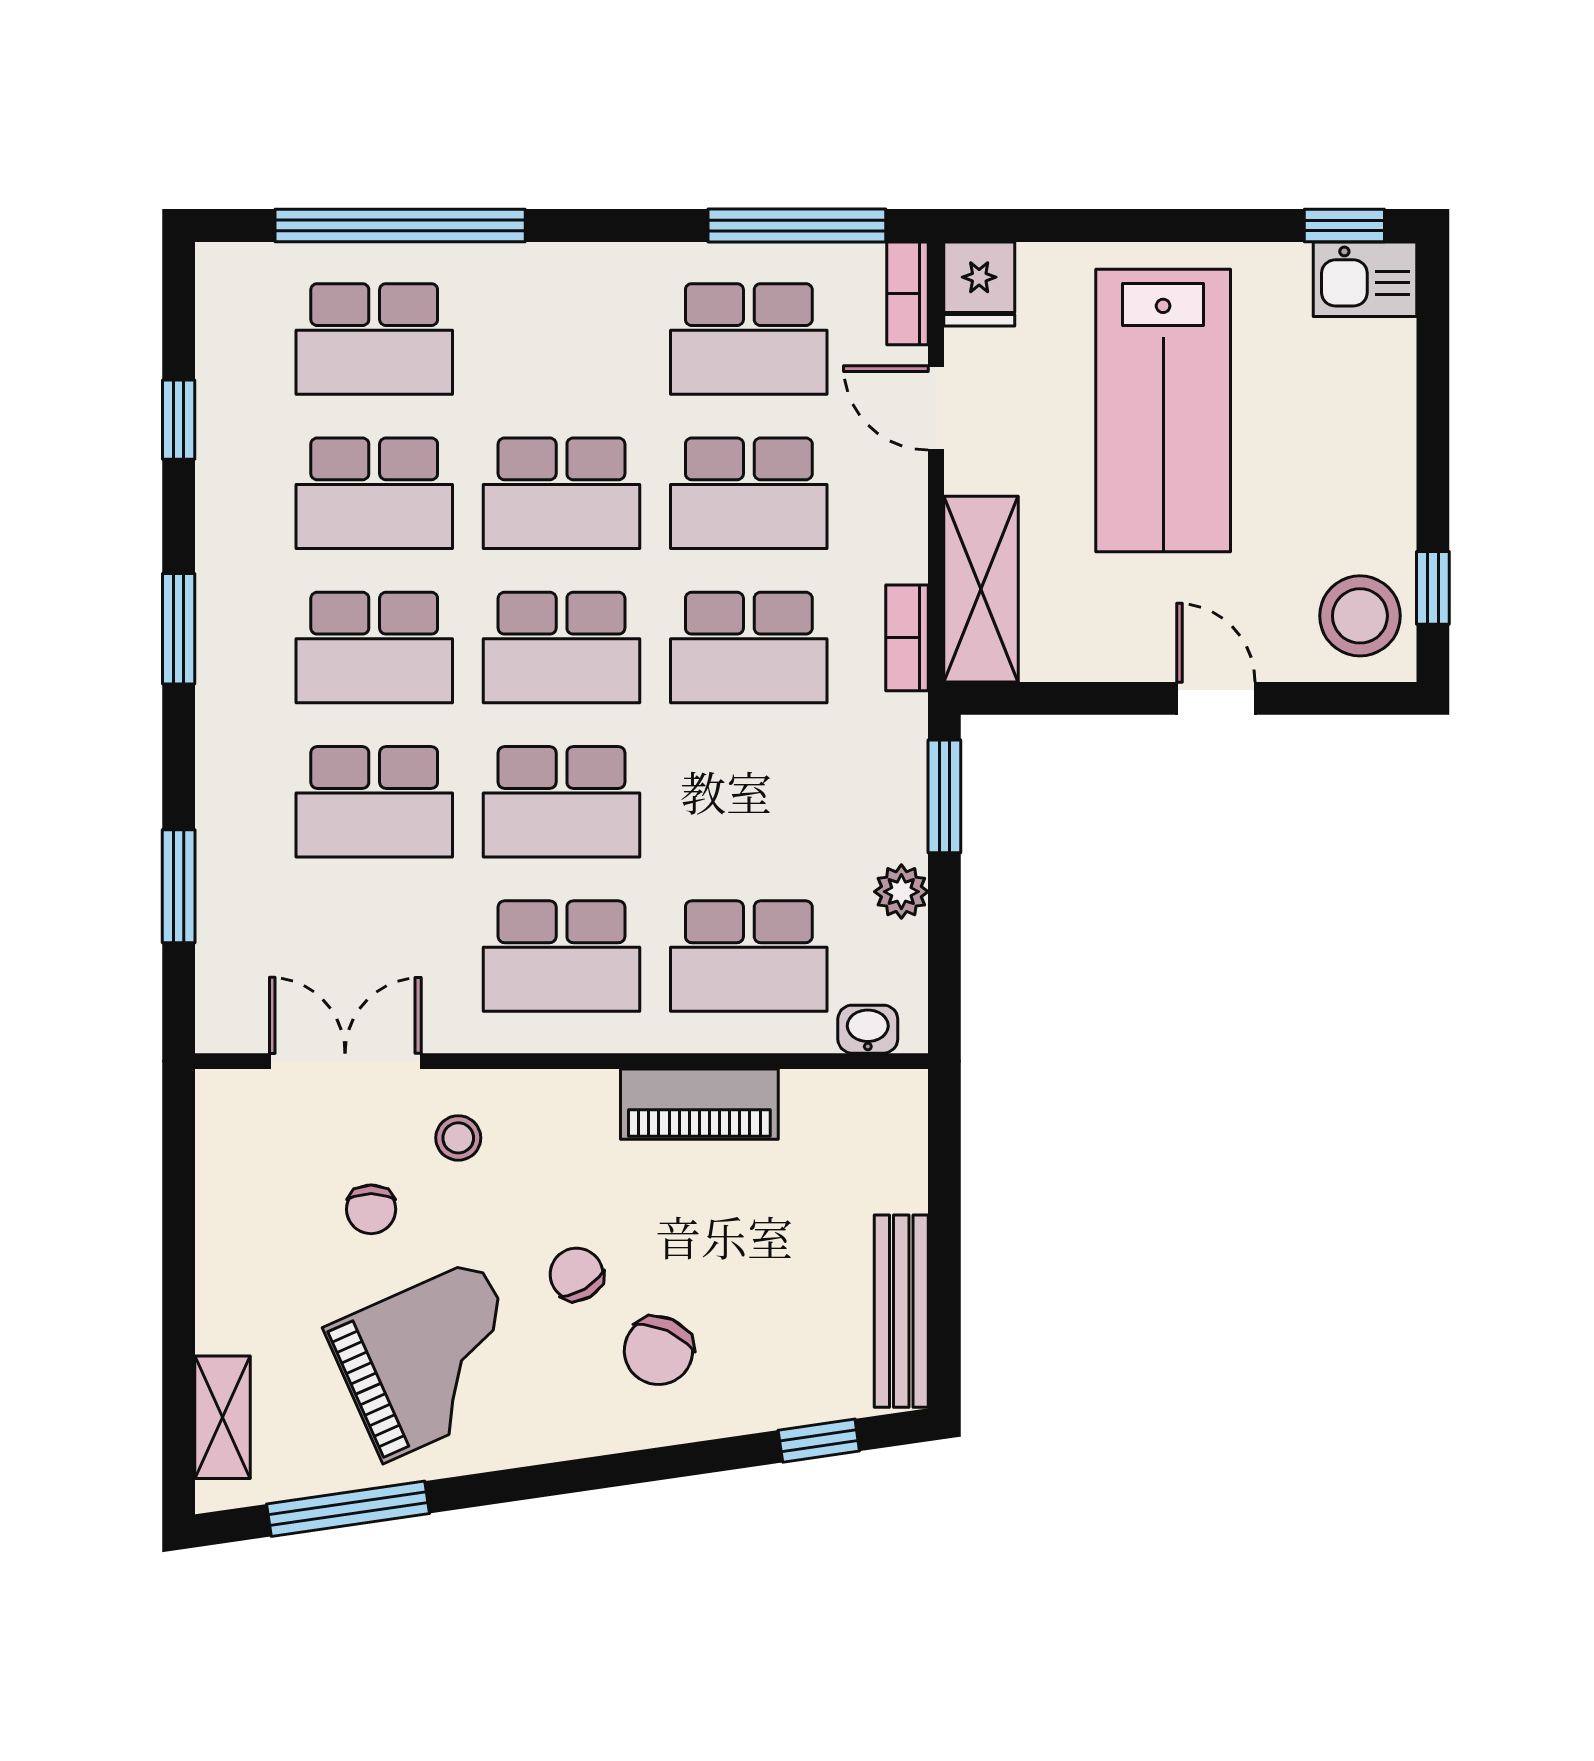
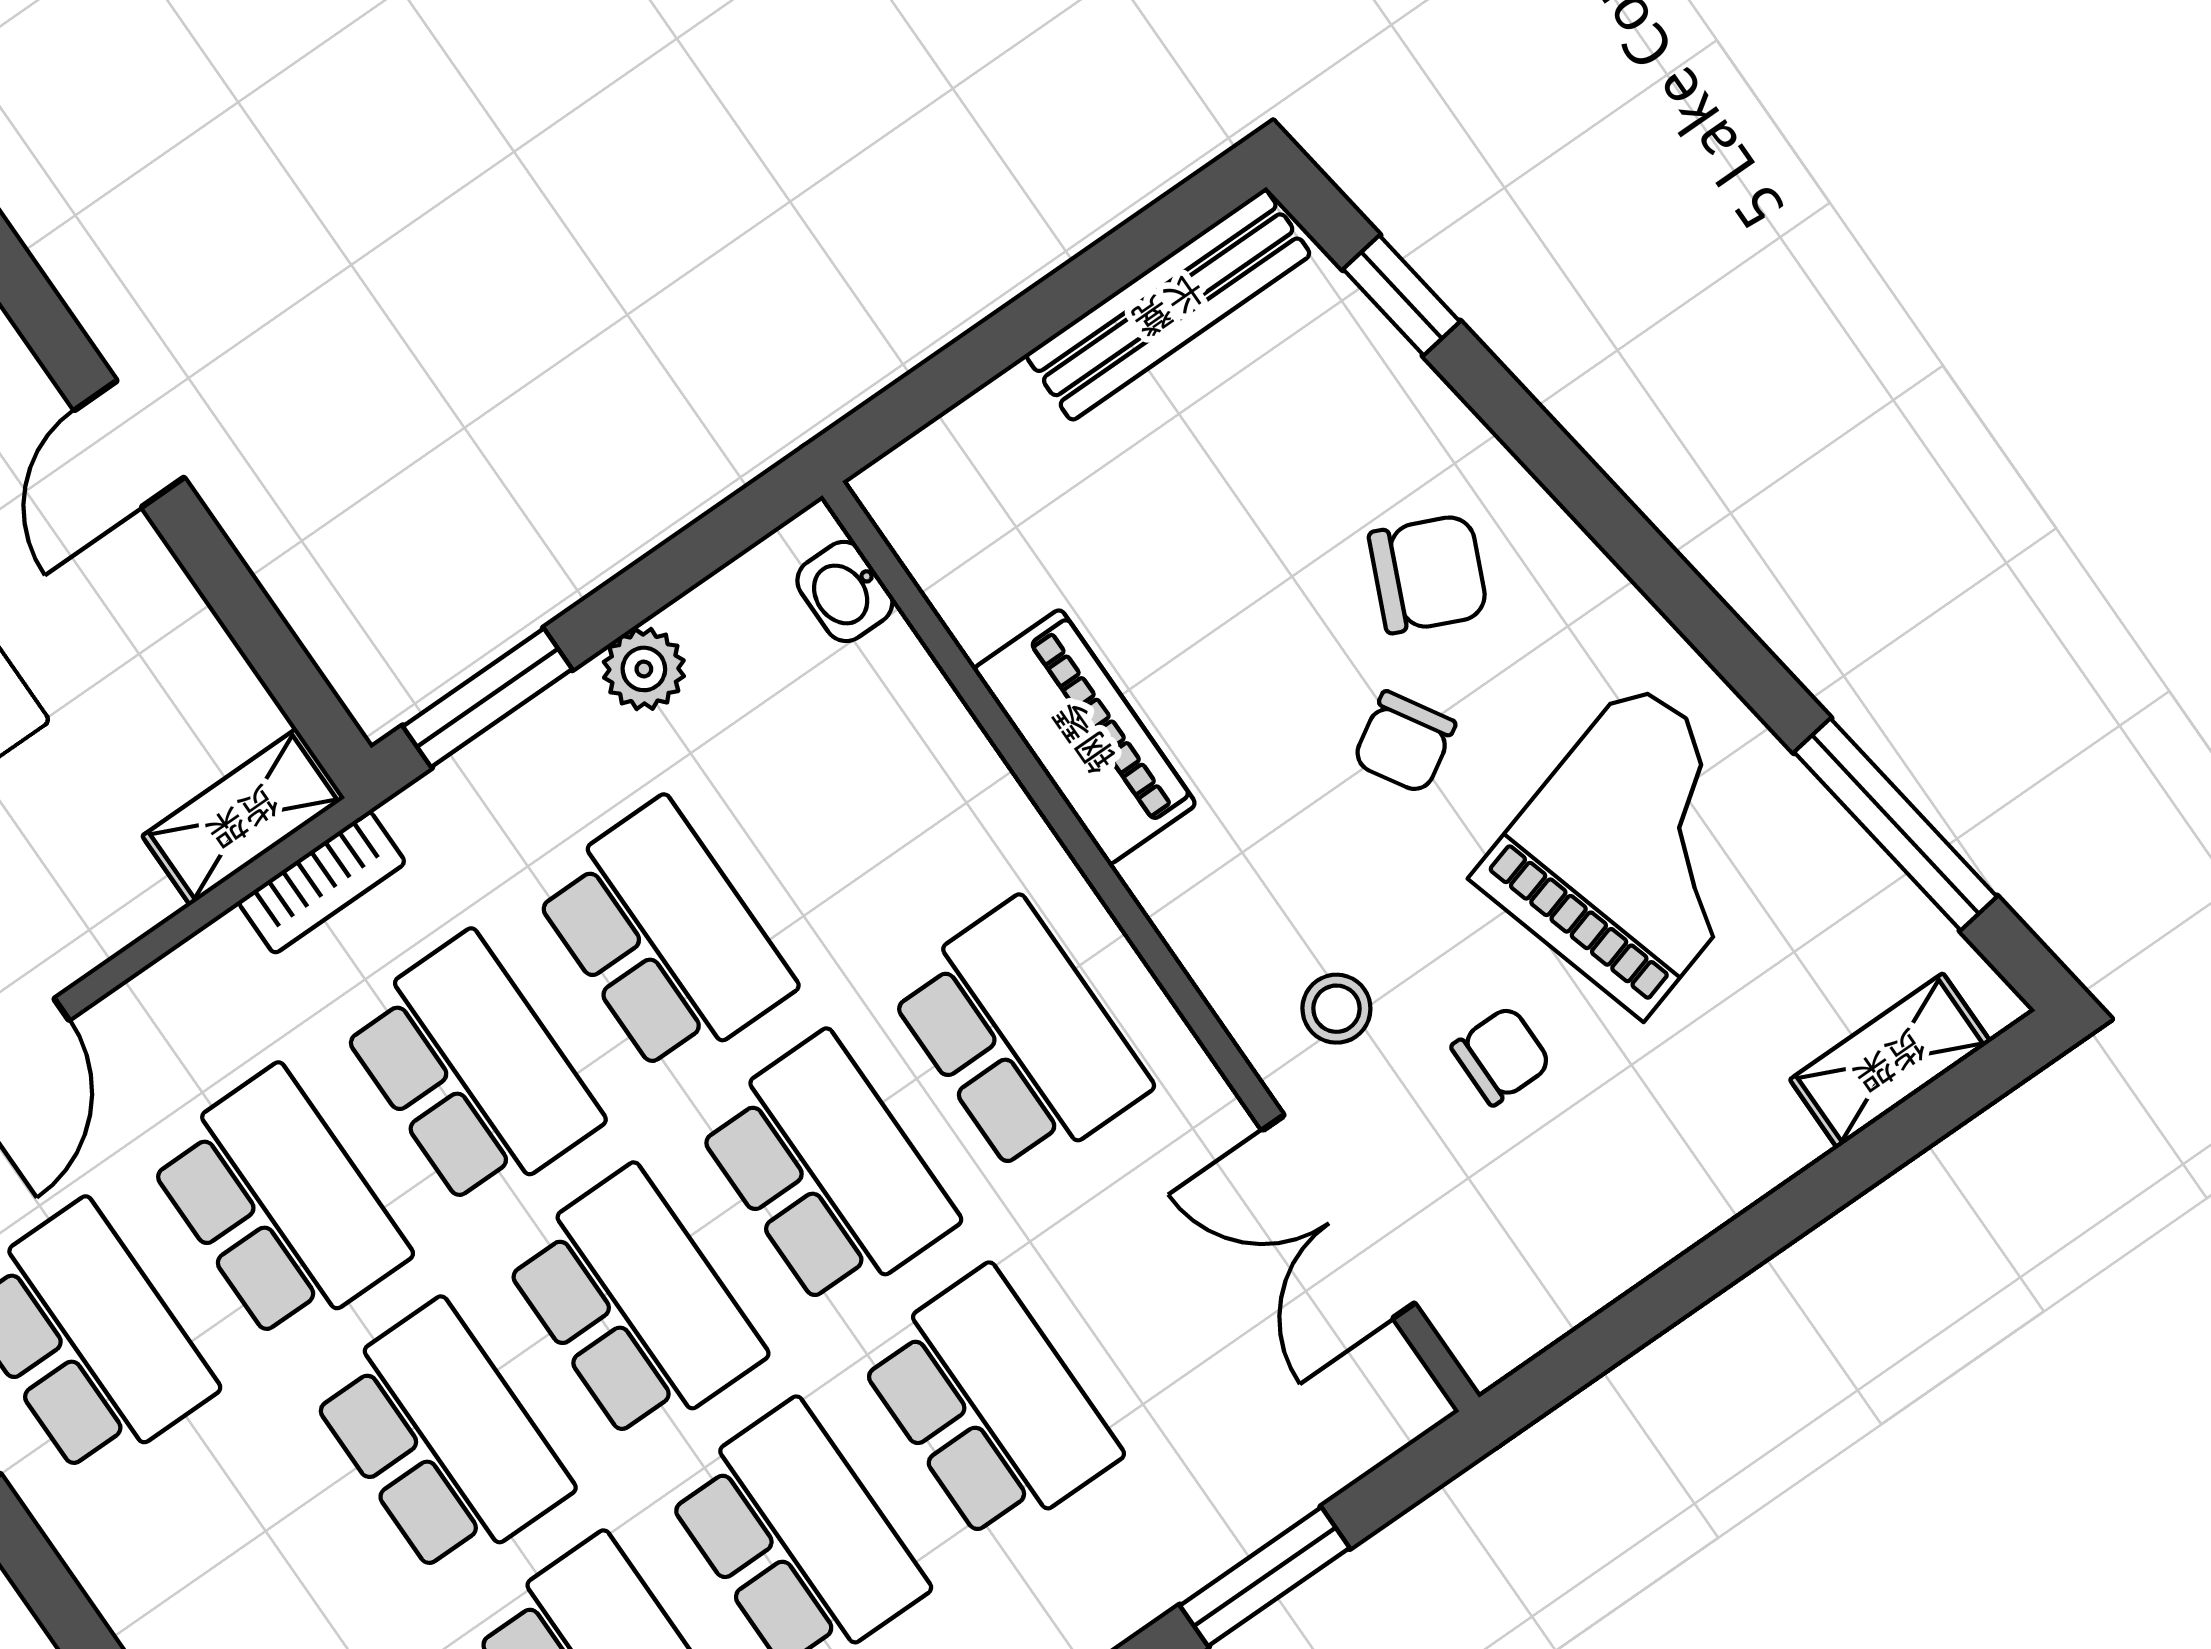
shelving: (981, 589) -> (243, 817), width x0.67, depth x0.75
school desk: (749, 956) -> (664, 938), moved
grand piano: (431, 1361) -> (1638, 849), turned 98

